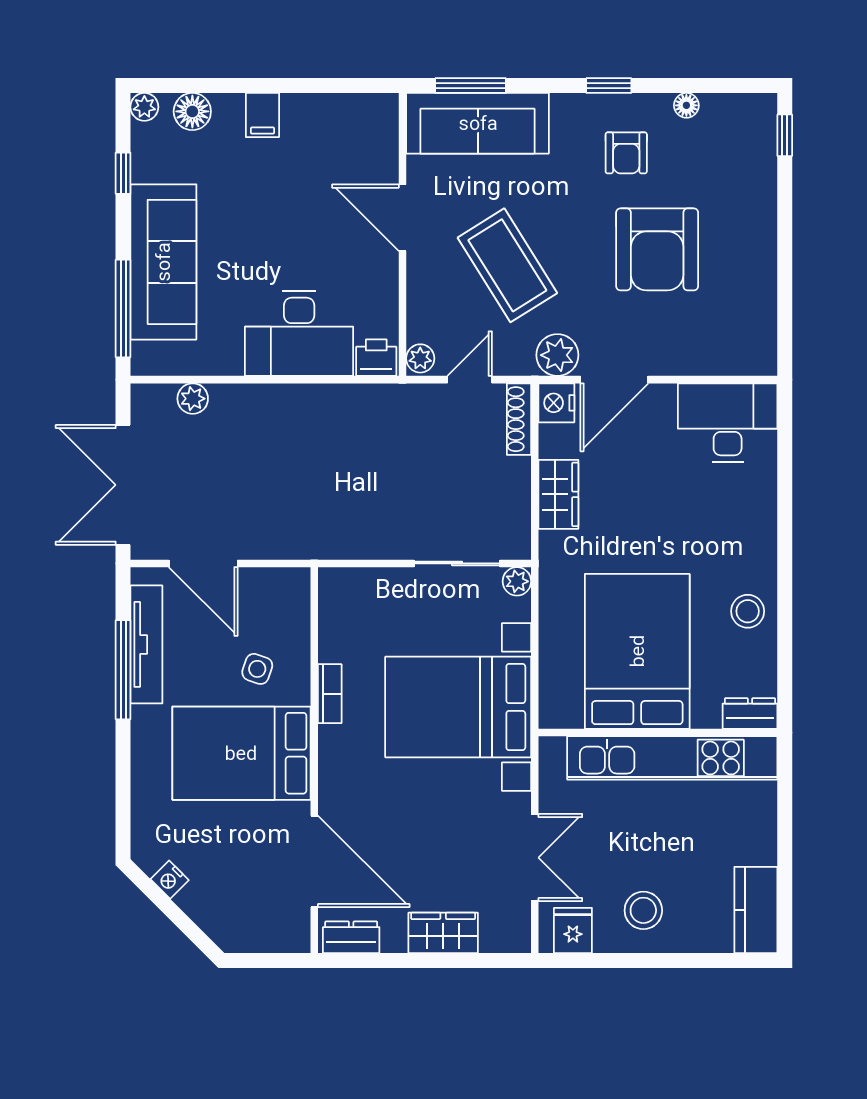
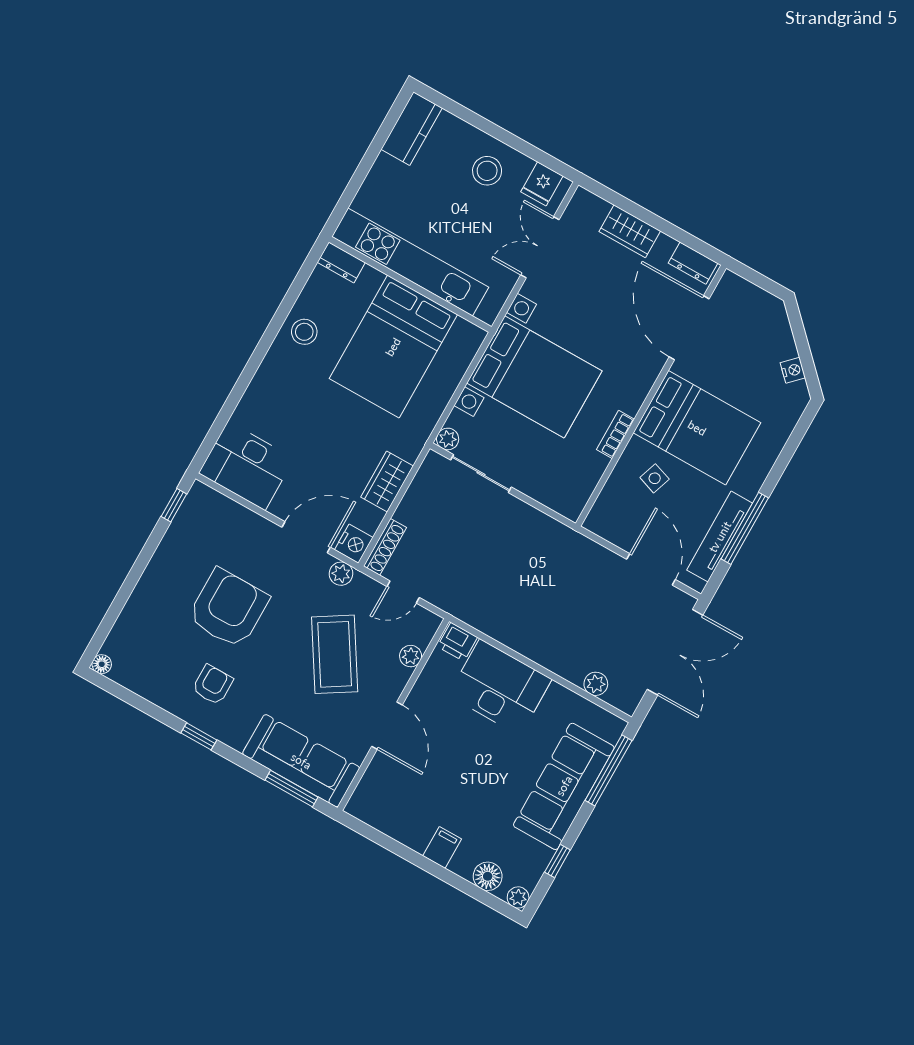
floor lamp: (686, 105) -> (102, 664), moved
window: (785, 135) -> (174, 505), moved
plant: (557, 355) -> (341, 574), width x0.73, depth x0.73
plant: (420, 358) -> (411, 656), moved

